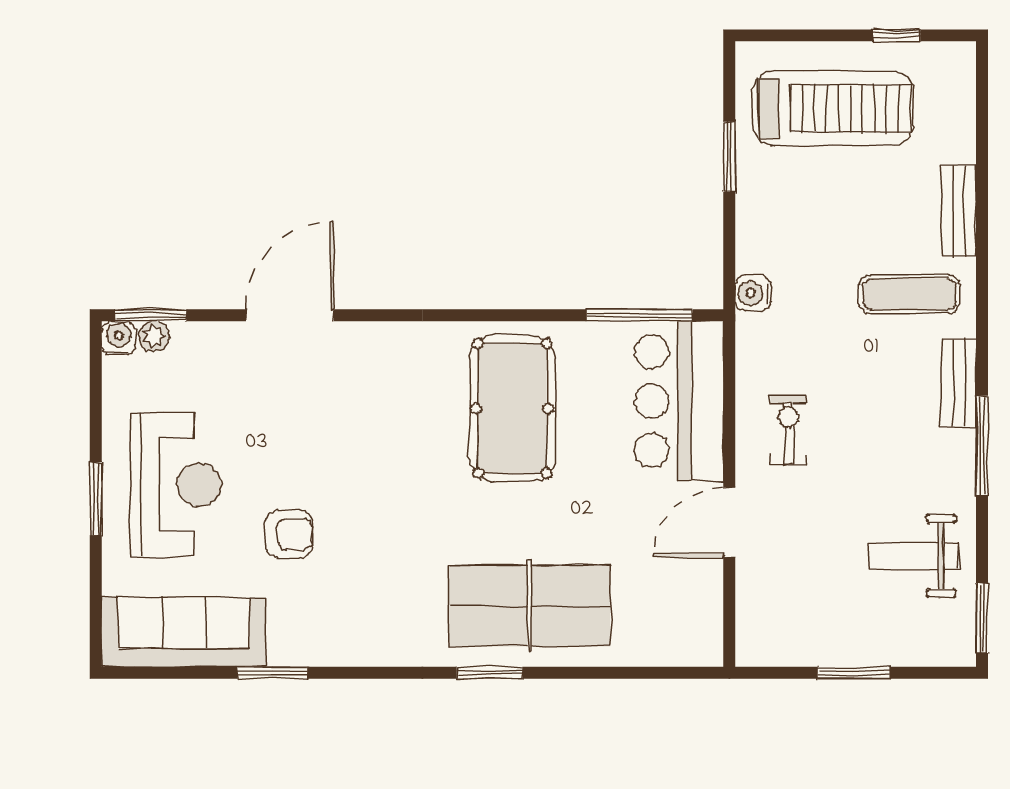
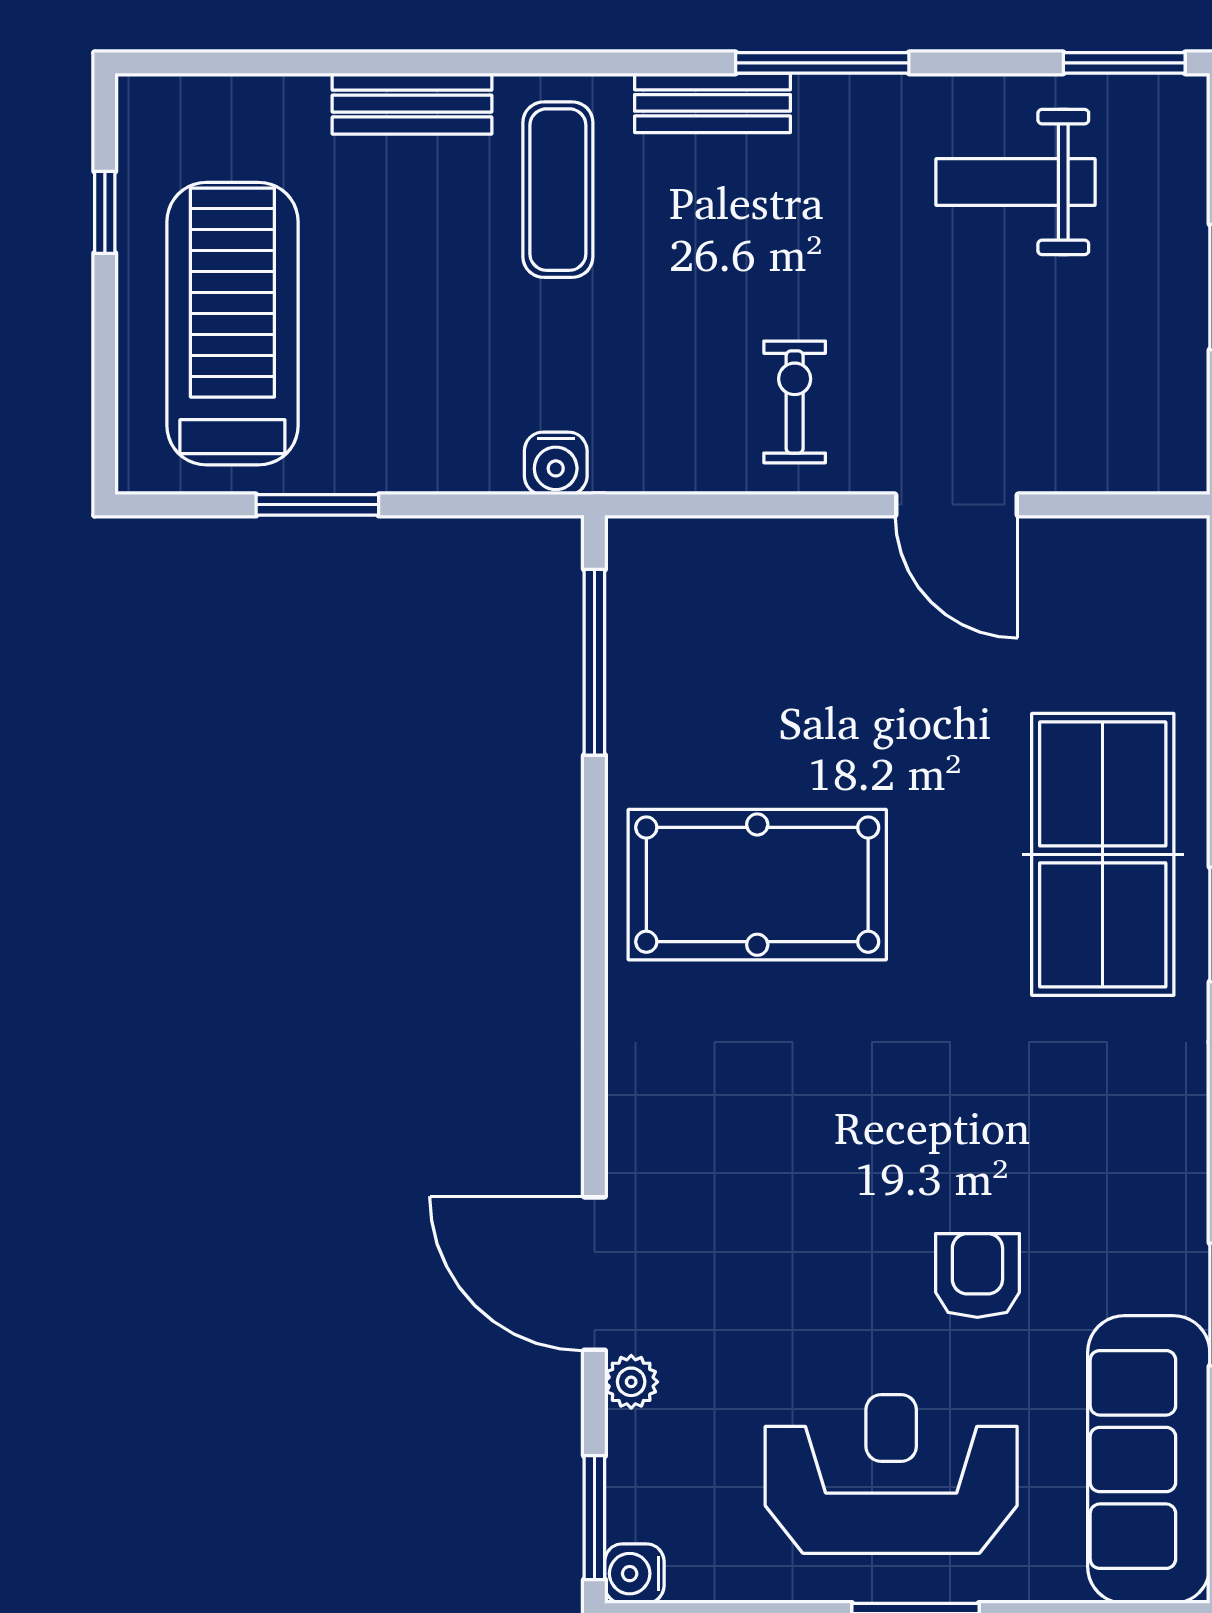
plant: (154, 336) -> (631, 1382), moved
bar counter: (679, 401) -> (745, 593), removed
exercise bike: (788, 430) -> (795, 402), turned 90
weight bench: (914, 556) -> (1016, 182), turned 90

